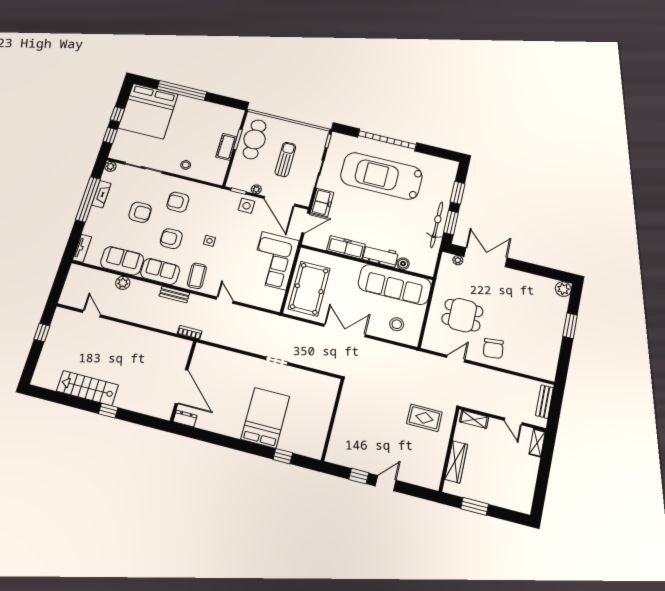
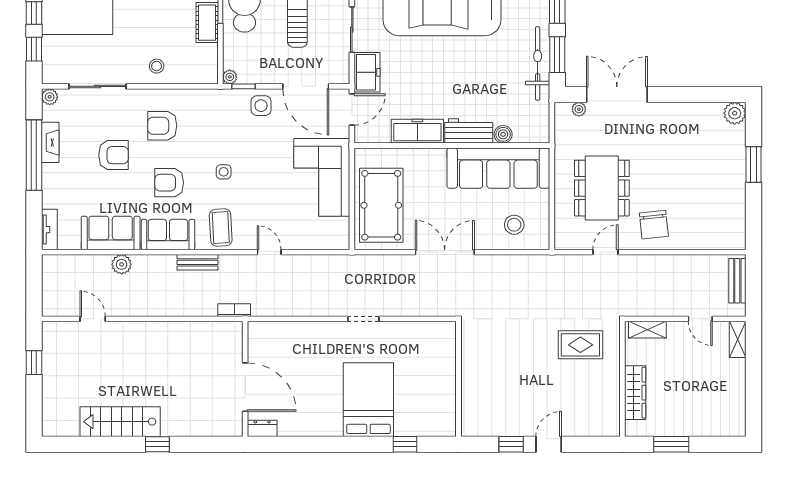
plant: (256, 189) -> (230, 77), moved
dining table: (462, 315) -> (602, 188), width x1.37

